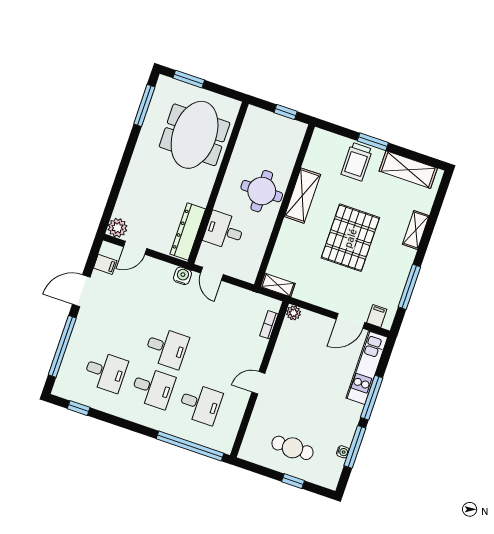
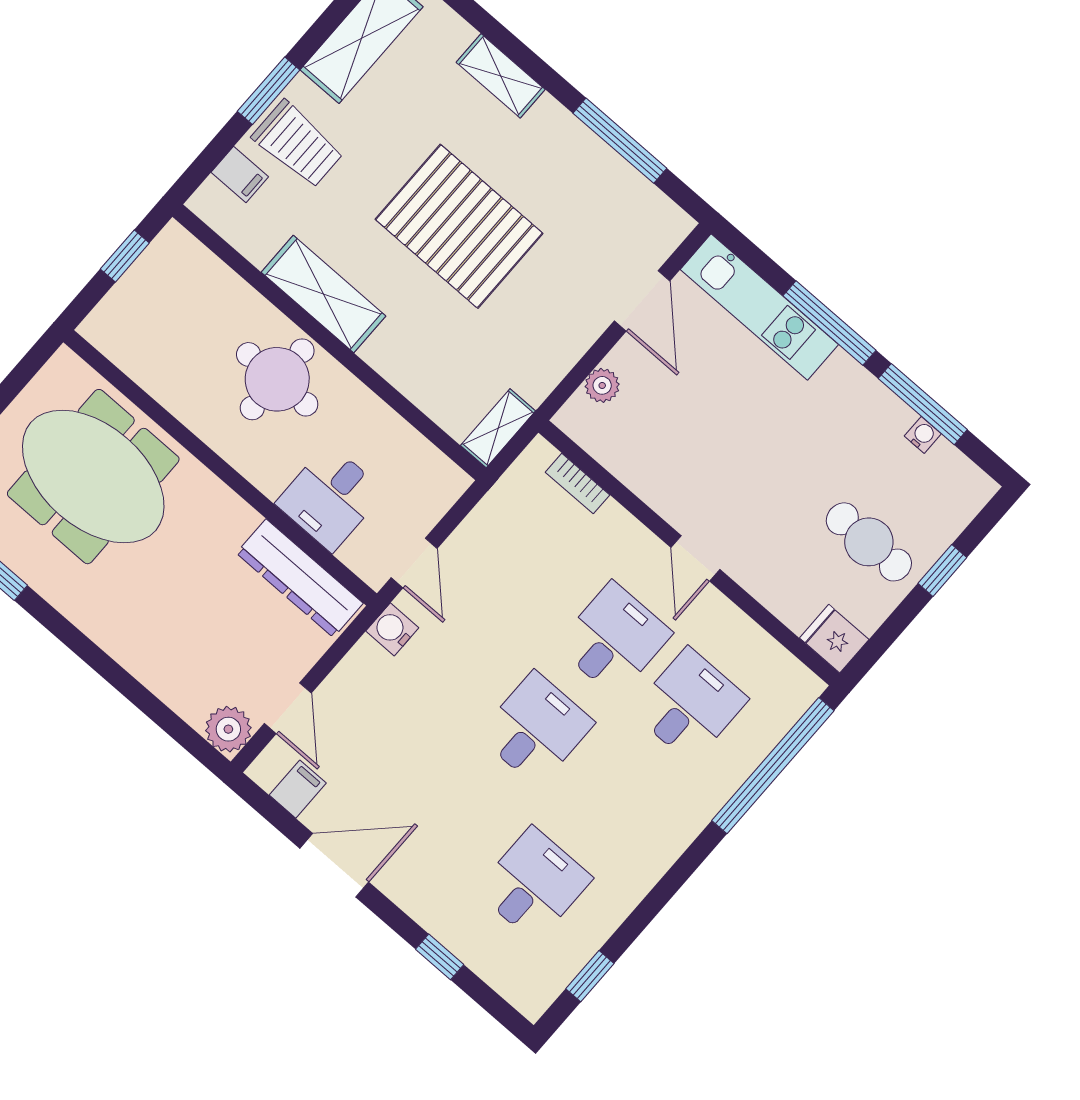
door: (212, 274) -> (414, 563), hinge flipped
door: (81, 291) -> (334, 865), swing flipped
plant: (294, 313) -> (602, 385), moved
filing cabinet: (377, 316) -> (240, 175), moved, turned 180
window: (62, 346) -> (440, 957), width x0.32
desk: (153, 388) -> (614, 639), moved
cafe table: (293, 448) -> (869, 542), turned 90
fridge: (249, 450) -> (834, 639), added

